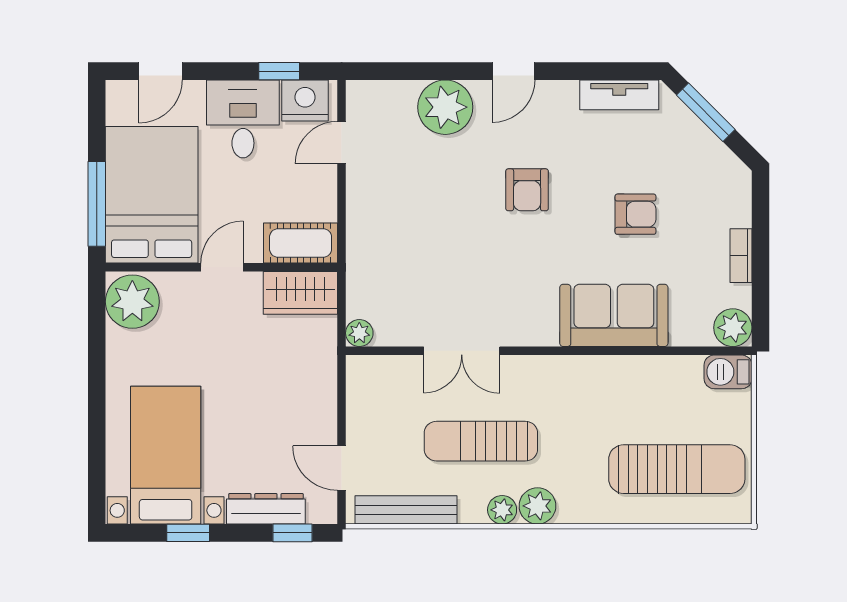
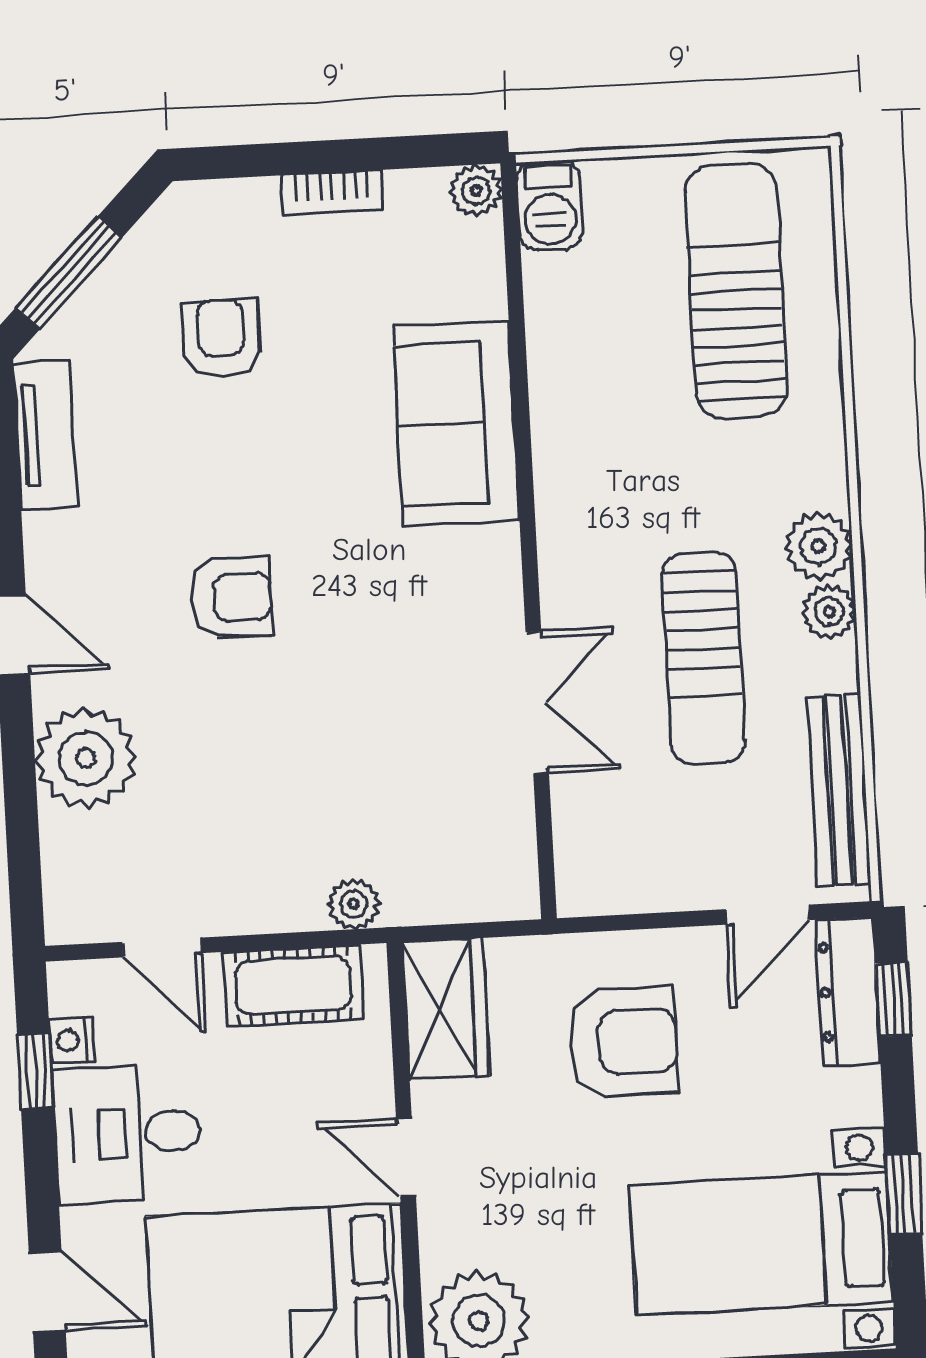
nightstand: (305, 101) -> (71, 1041), width x0.53, depth x0.56
armchair: (635, 214) -> (221, 339), moved
cot: (301, 243) -> (293, 986), moved, turned 90
plant: (733, 328) -> (476, 190), width x0.73, depth x0.73
plant: (359, 333) -> (354, 904), moved
armchair: (278, 387) -> (623, 1042), added
dresser: (266, 509) -> (848, 991), moved

